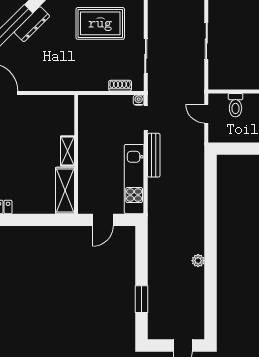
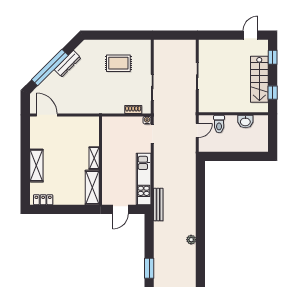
rug: (100, 23) -> (118, 63), width x0.73, depth x0.70
door: (206, 114) -> (197, 130), swing flipped
bench: (154, 155) -> (158, 204), moved

